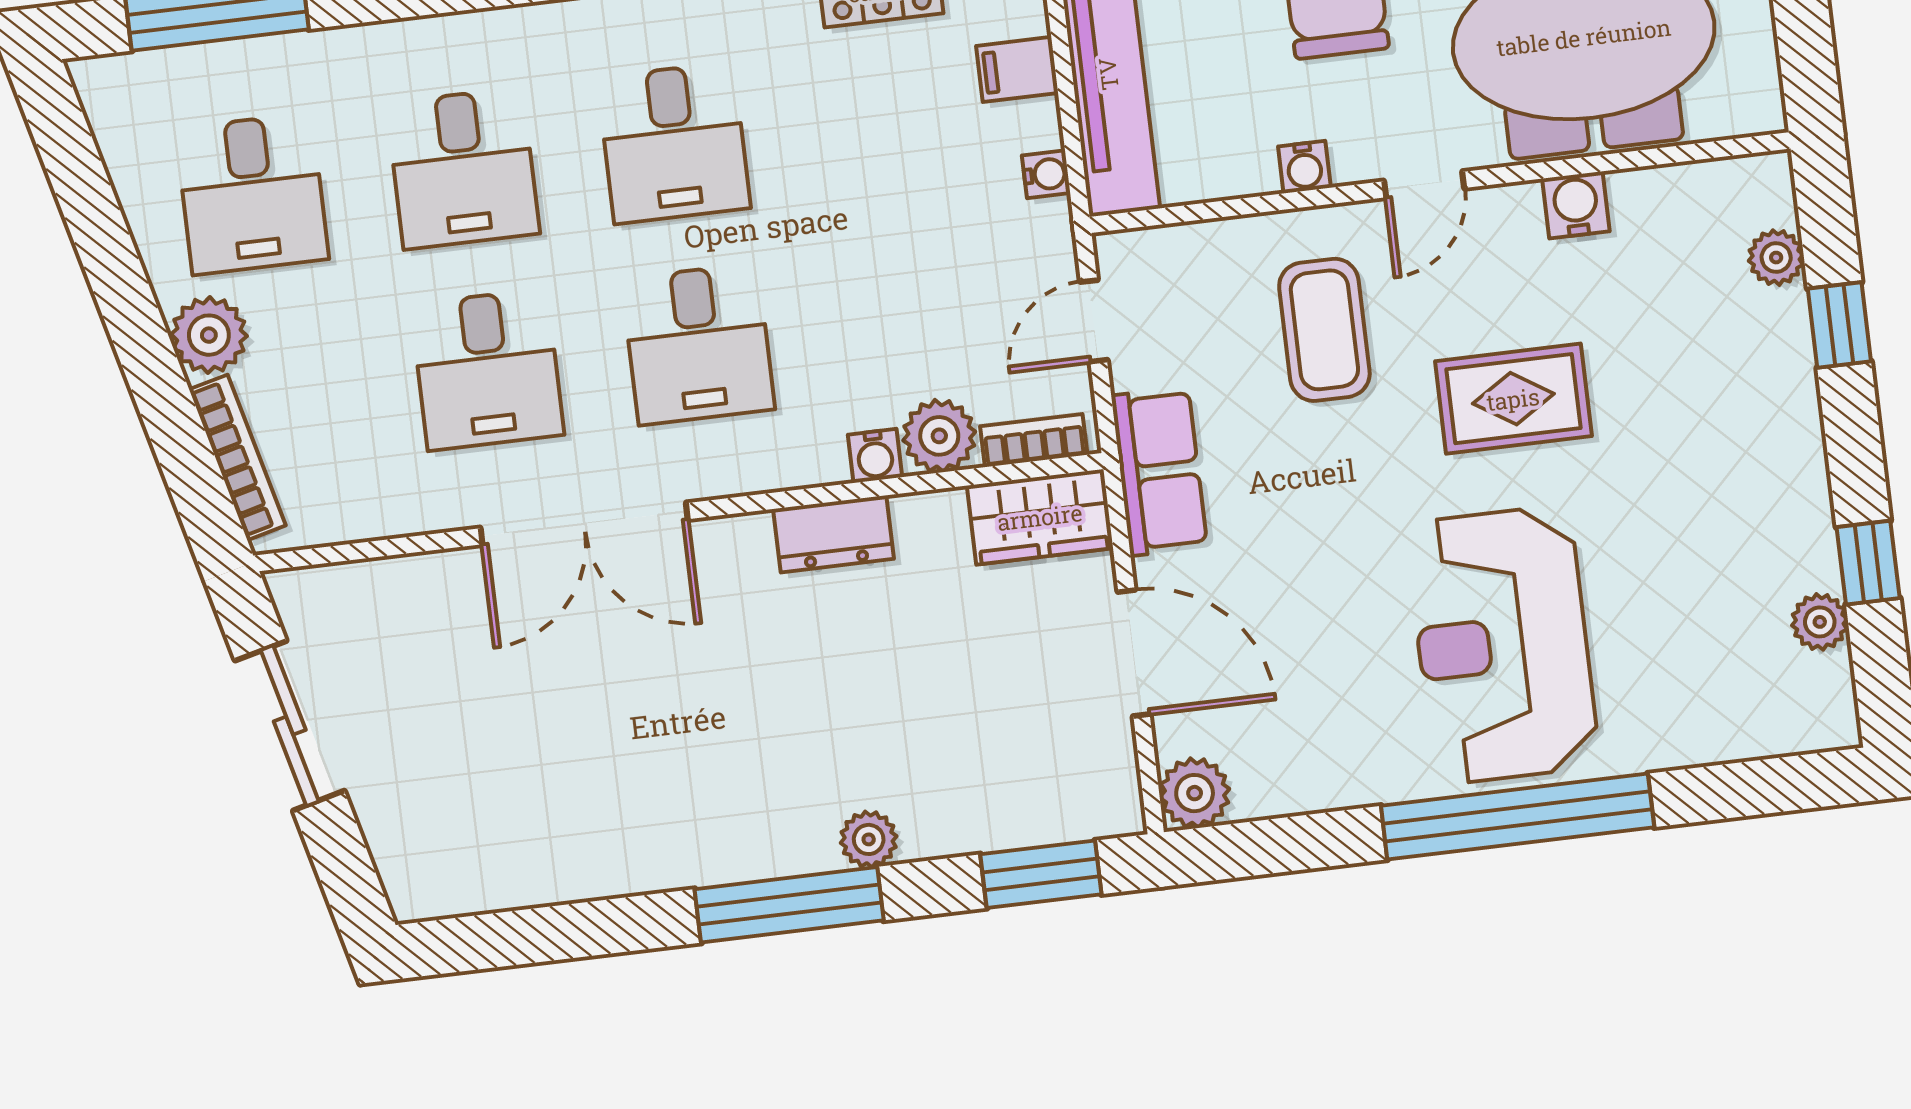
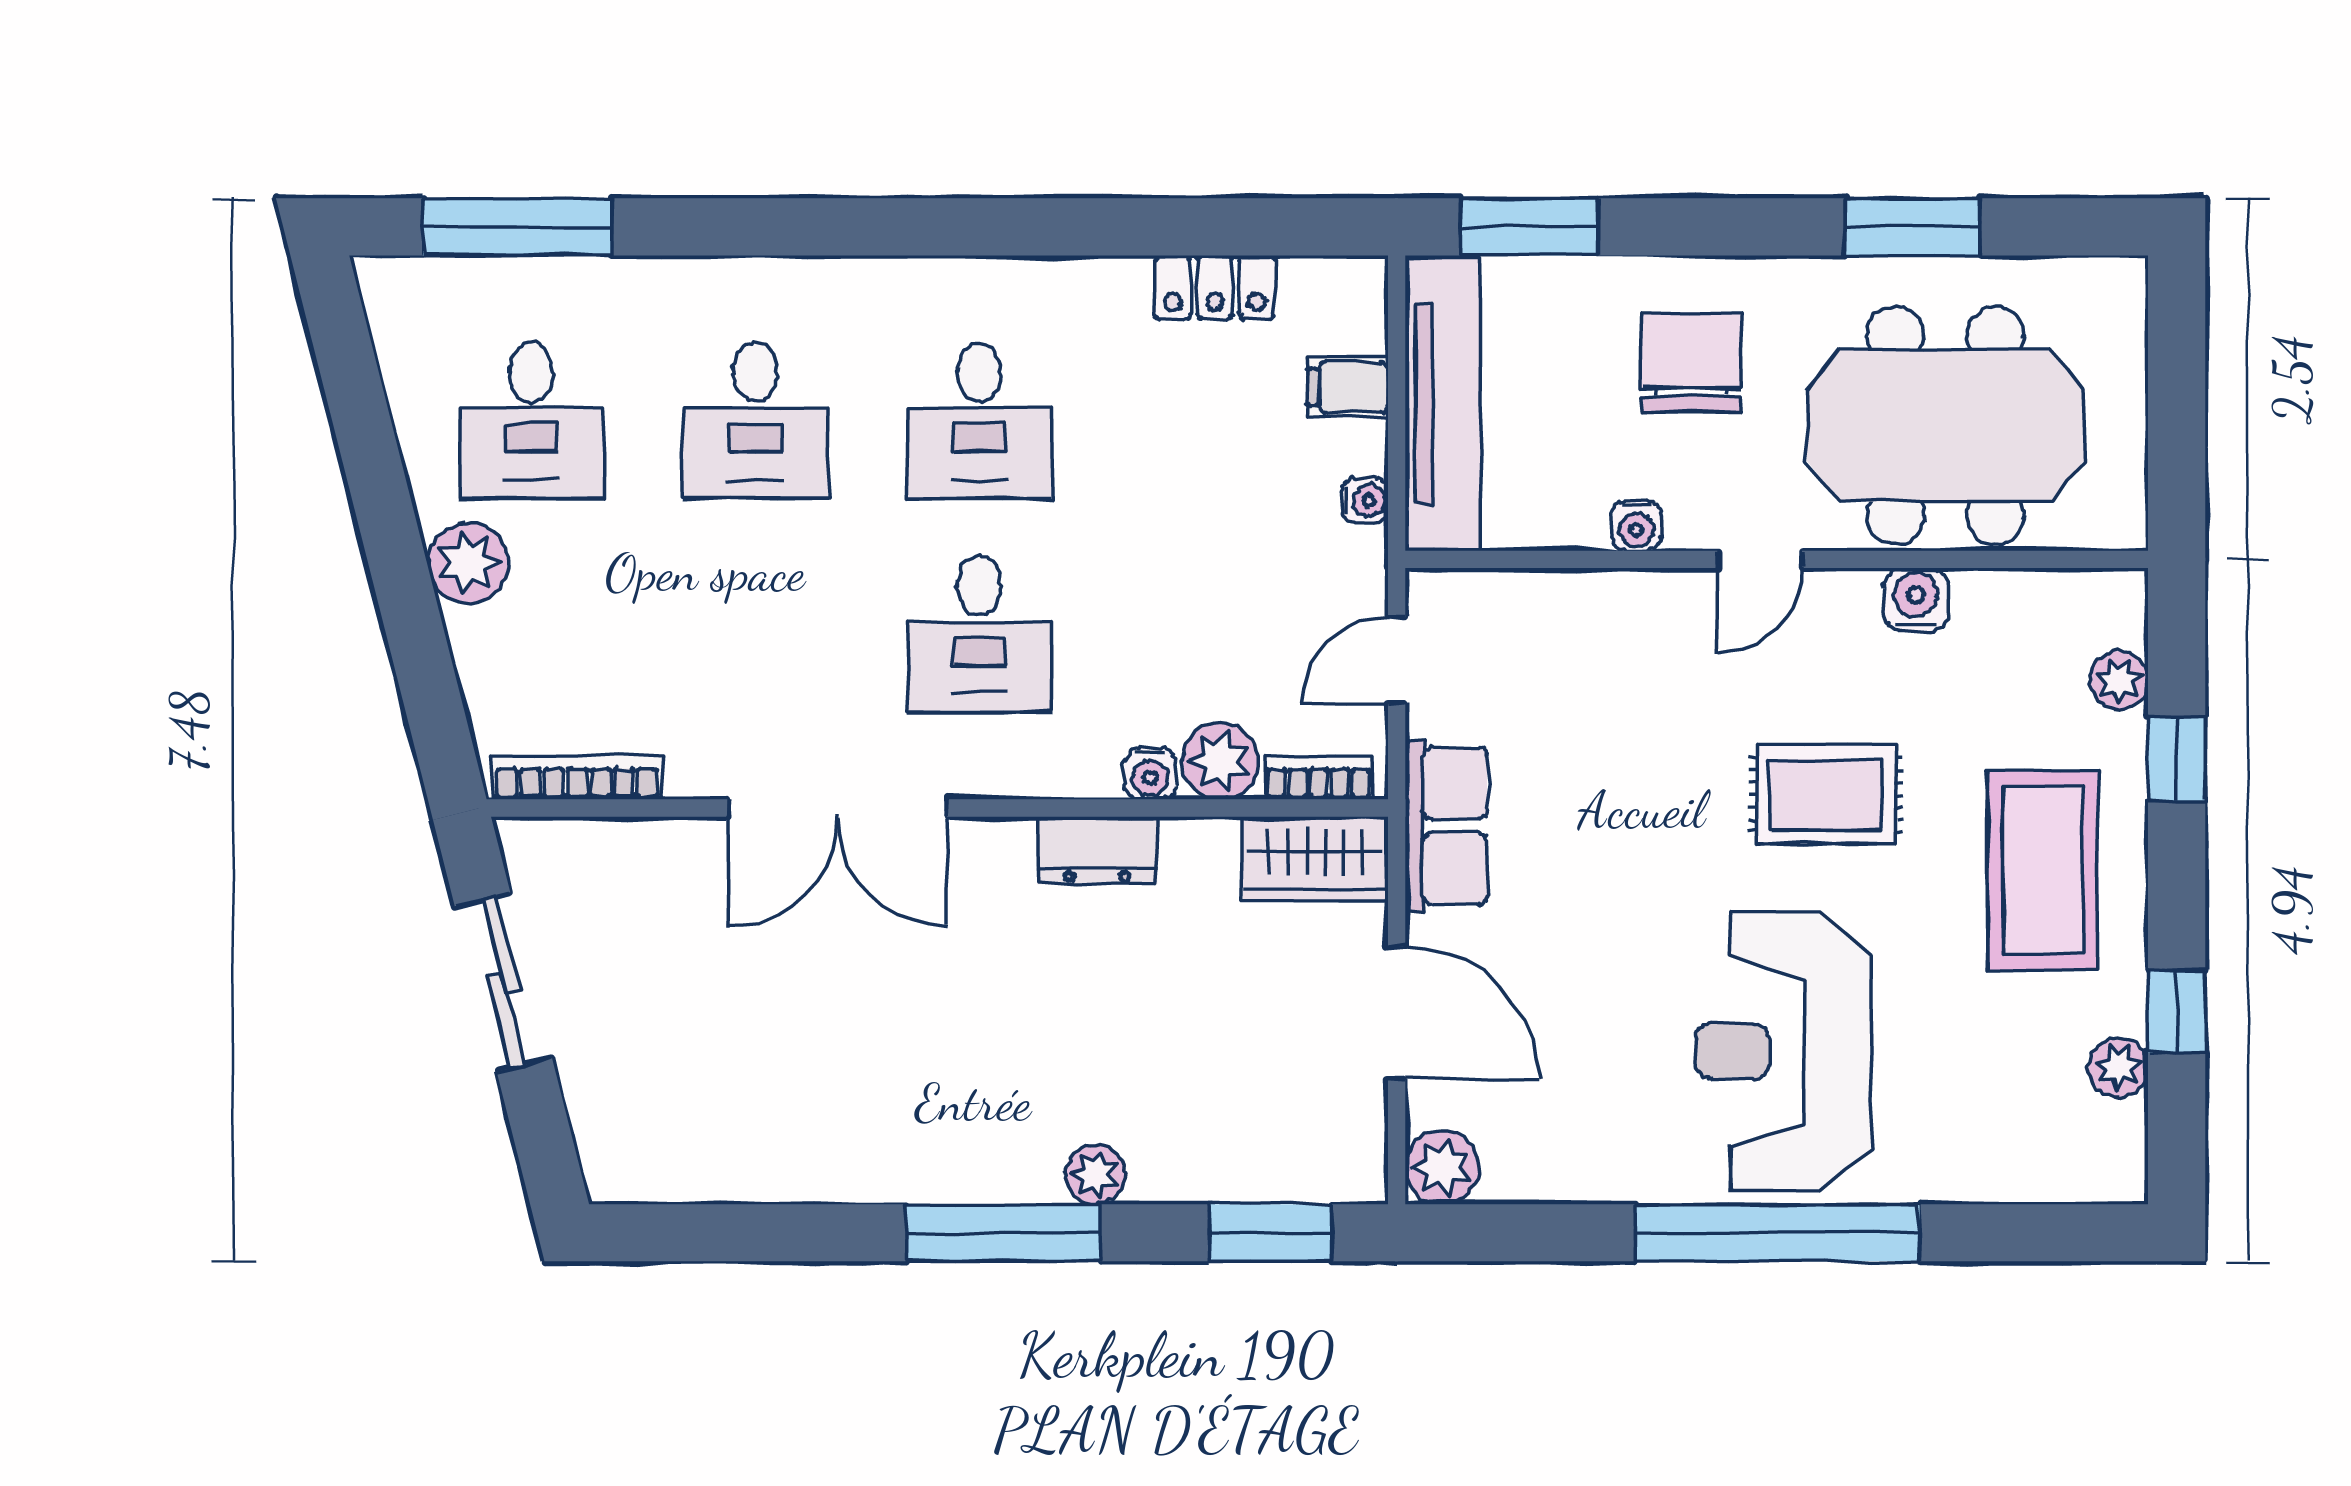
coffee table: (1324, 330) -> (2043, 870), moved, width x1.36, depth x1.32
desk: (487, 370) -> (755, 634), removed
bookcase: (237, 457) -> (577, 778), moved, turned -76

